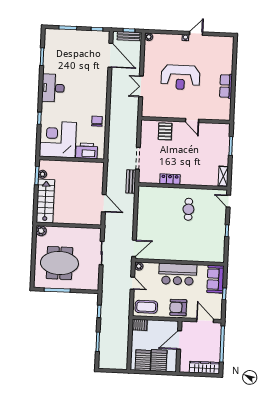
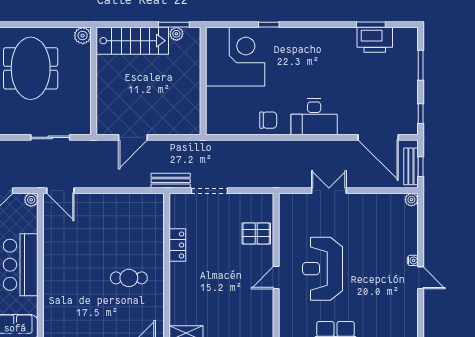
door: (110, 55) -> (378, 137), hinge flipped
reception desk: (180, 77) -> (323, 269), moved
desk: (53, 88) -> (314, 117), moved, turned 180
printer: (87, 151) -> (375, 40), moved, turned 90

